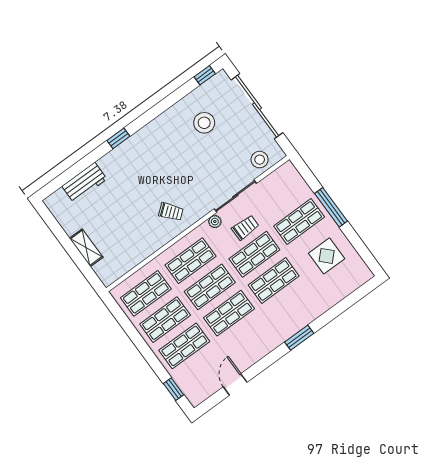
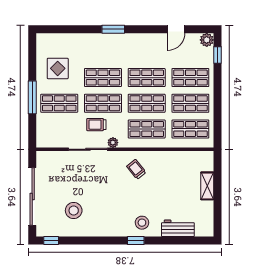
stool: (260, 160) -> (142, 223), moved
plant: (196, 397) -> (207, 40), added

